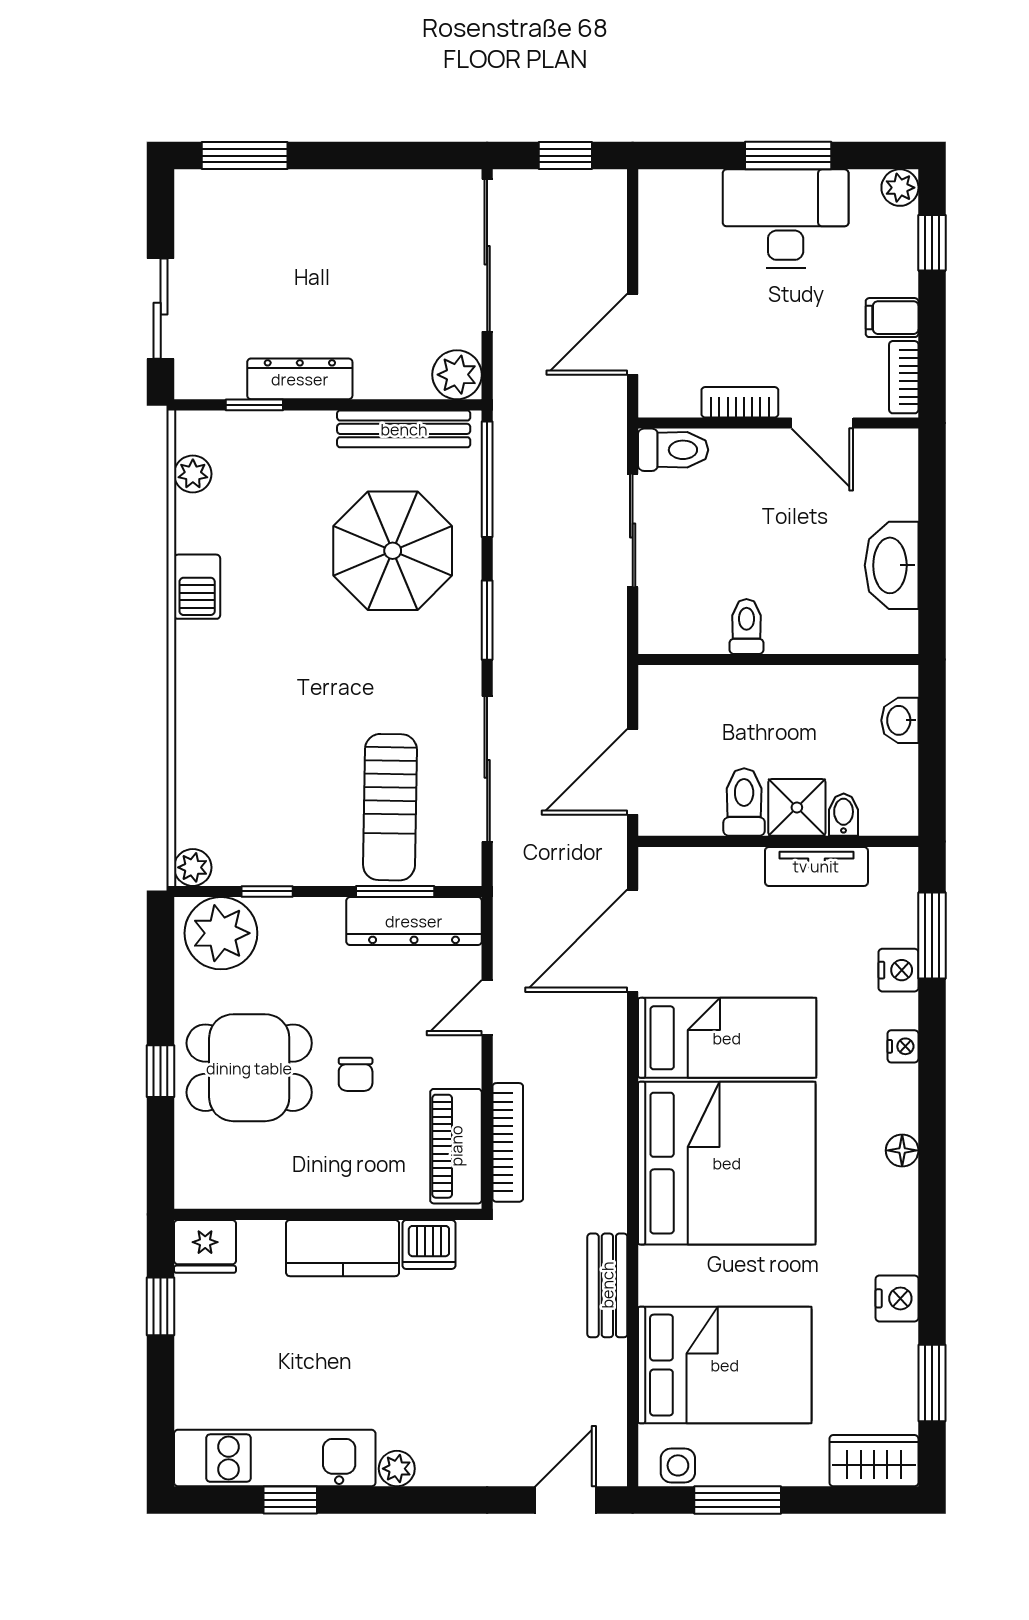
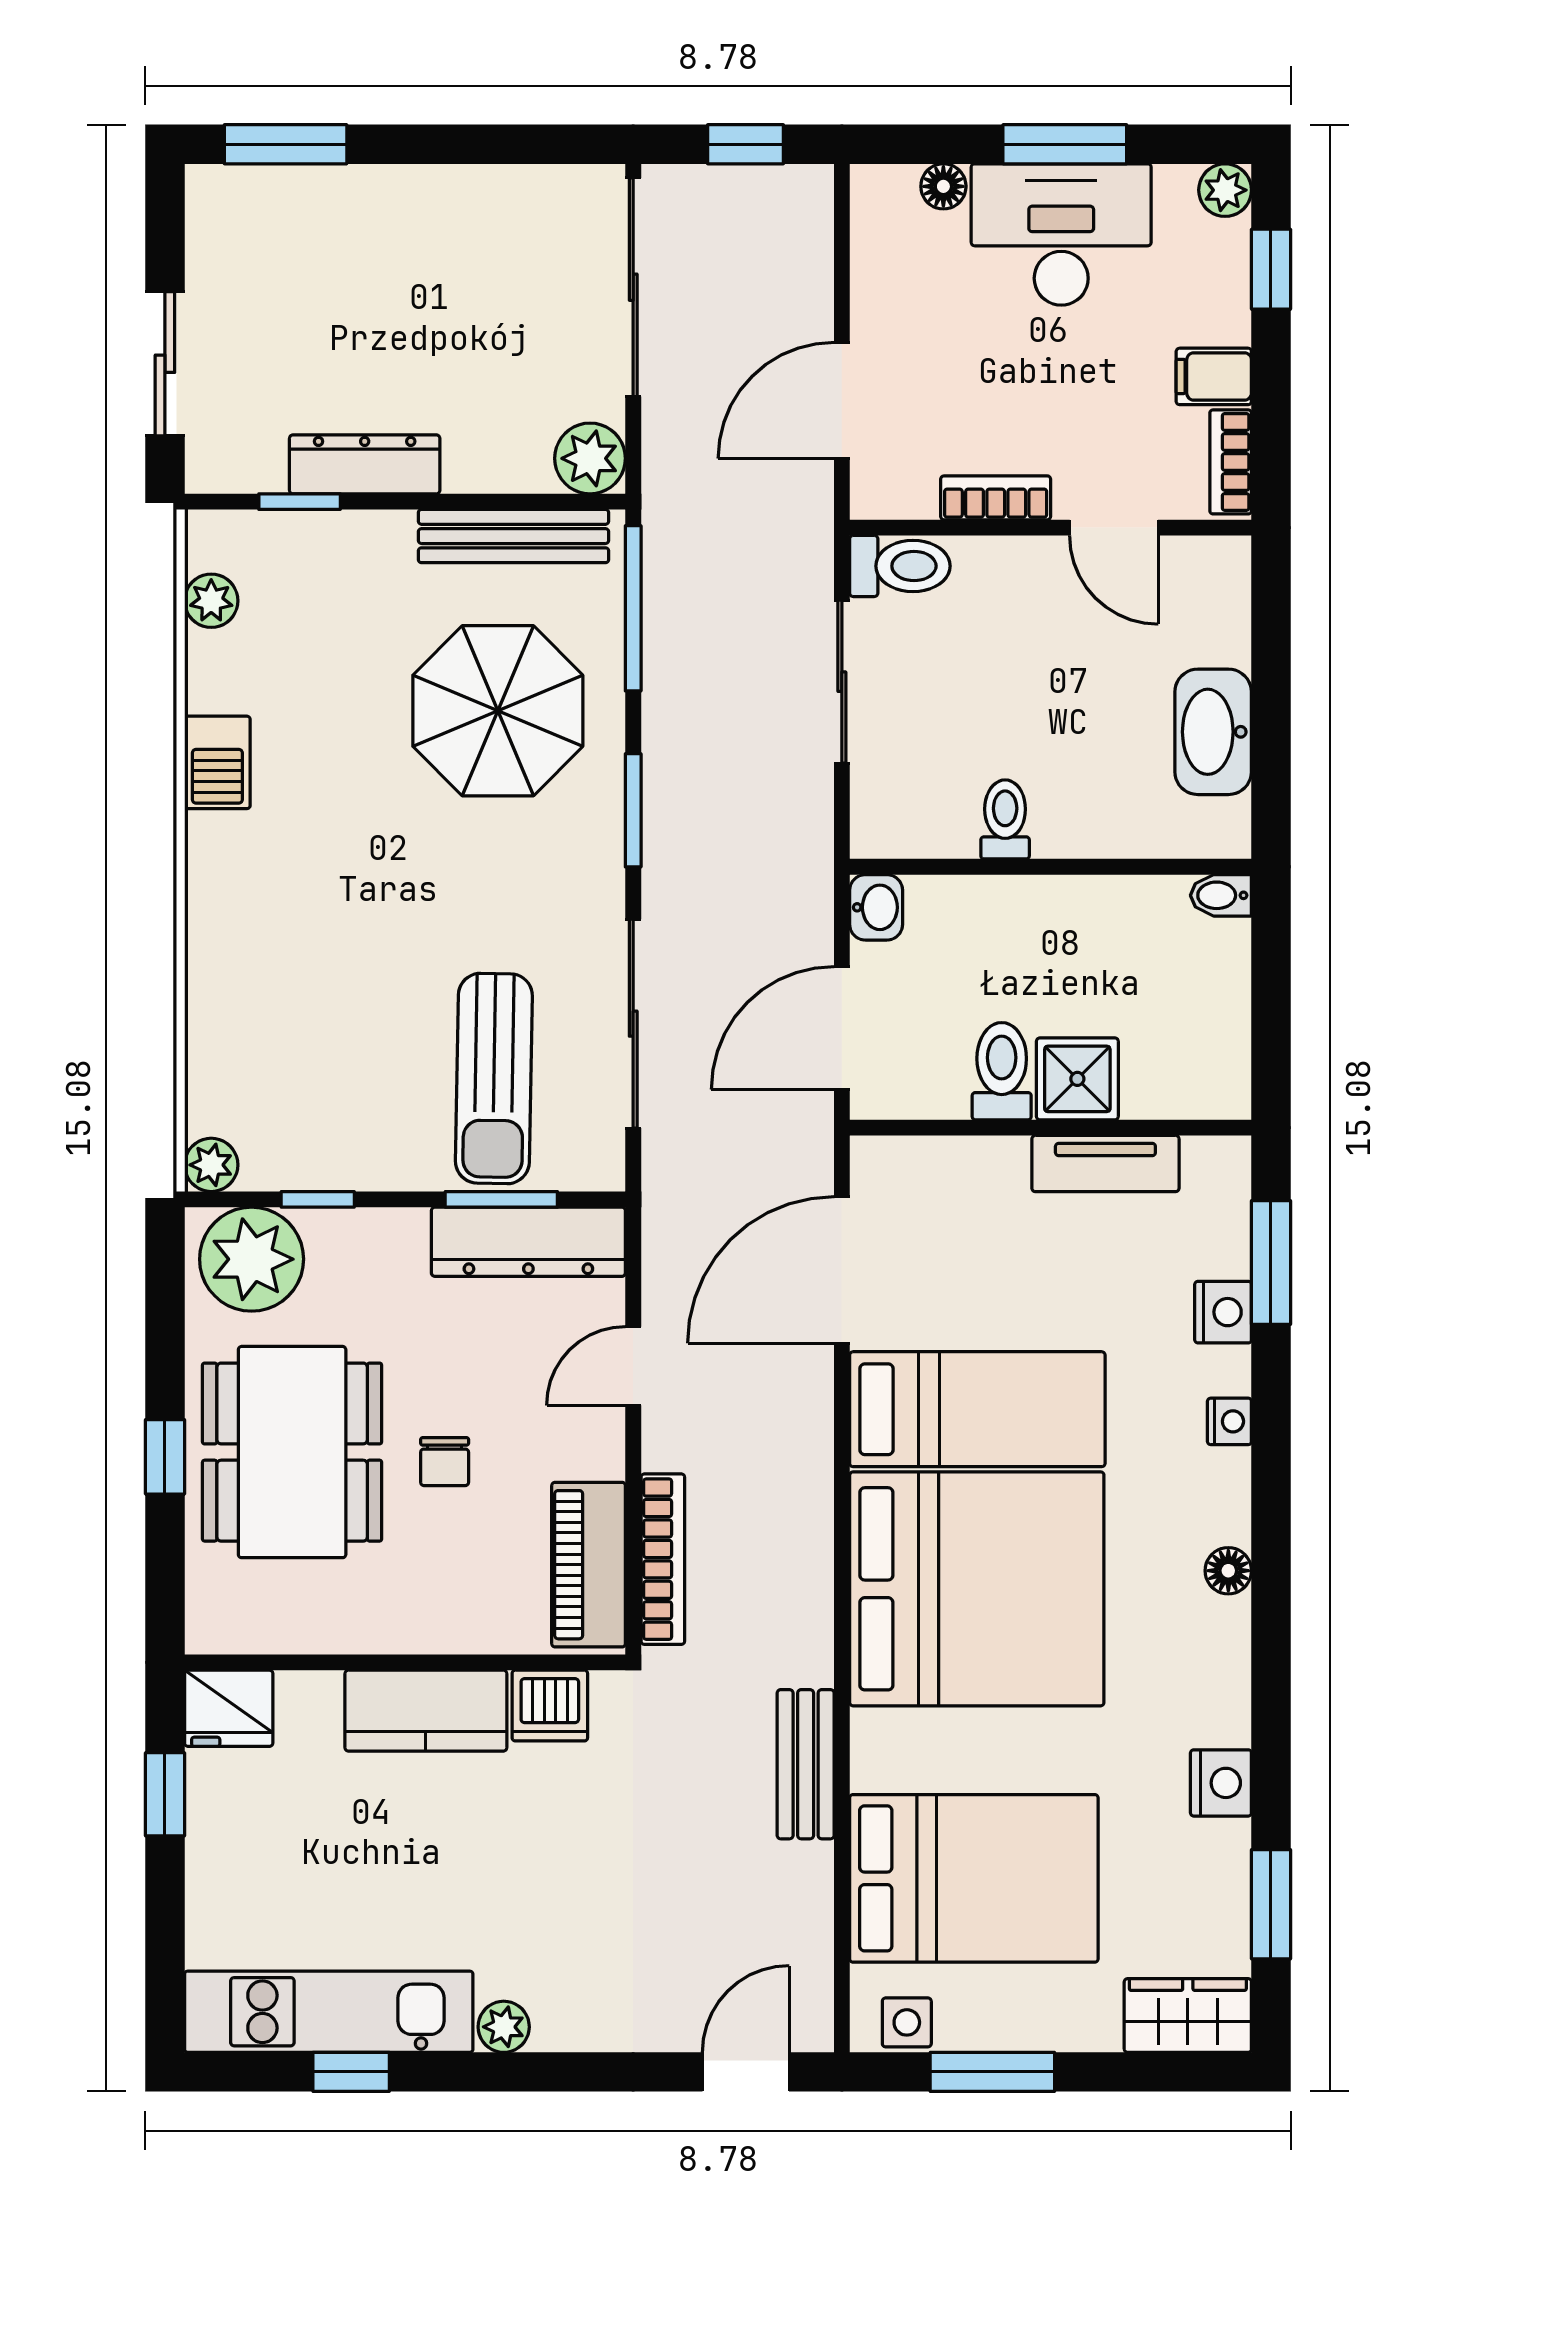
floor lamp: (703, 185) -> (943, 186), added
washbasin: (900, 720) -> (876, 907), moved, turned 180
bidet: (844, 815) -> (1221, 895), moved, turned -90
dining table: (249, 1068) -> (292, 1452), width x1.38

